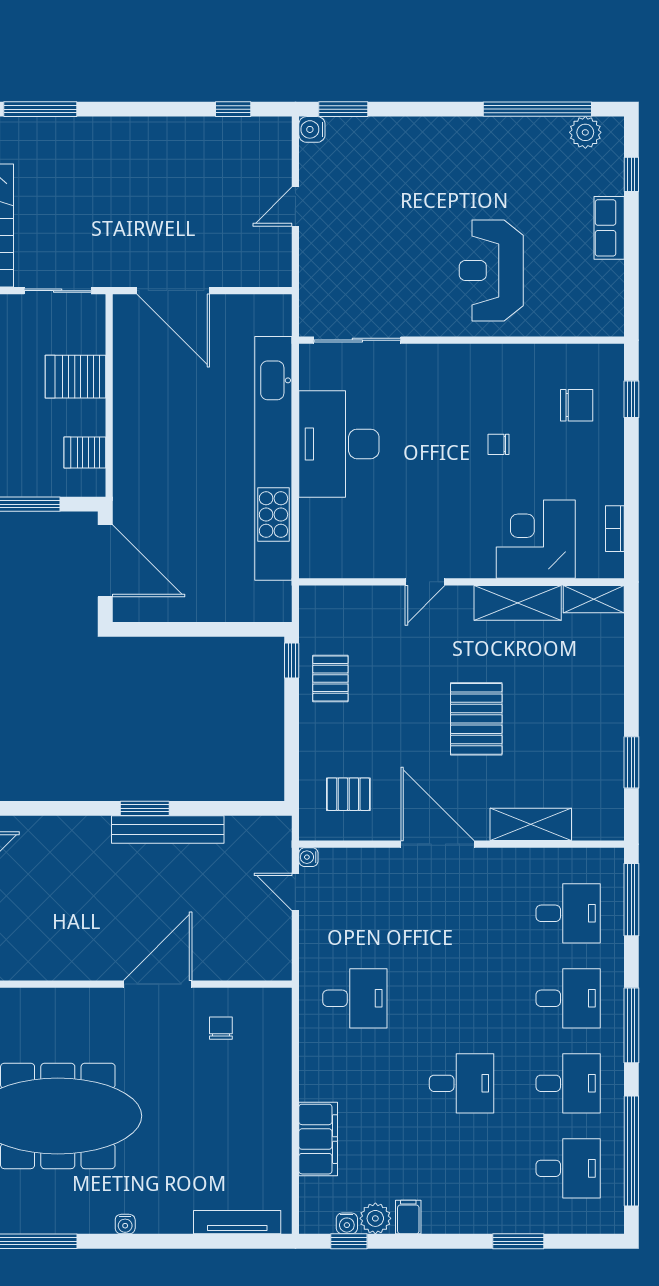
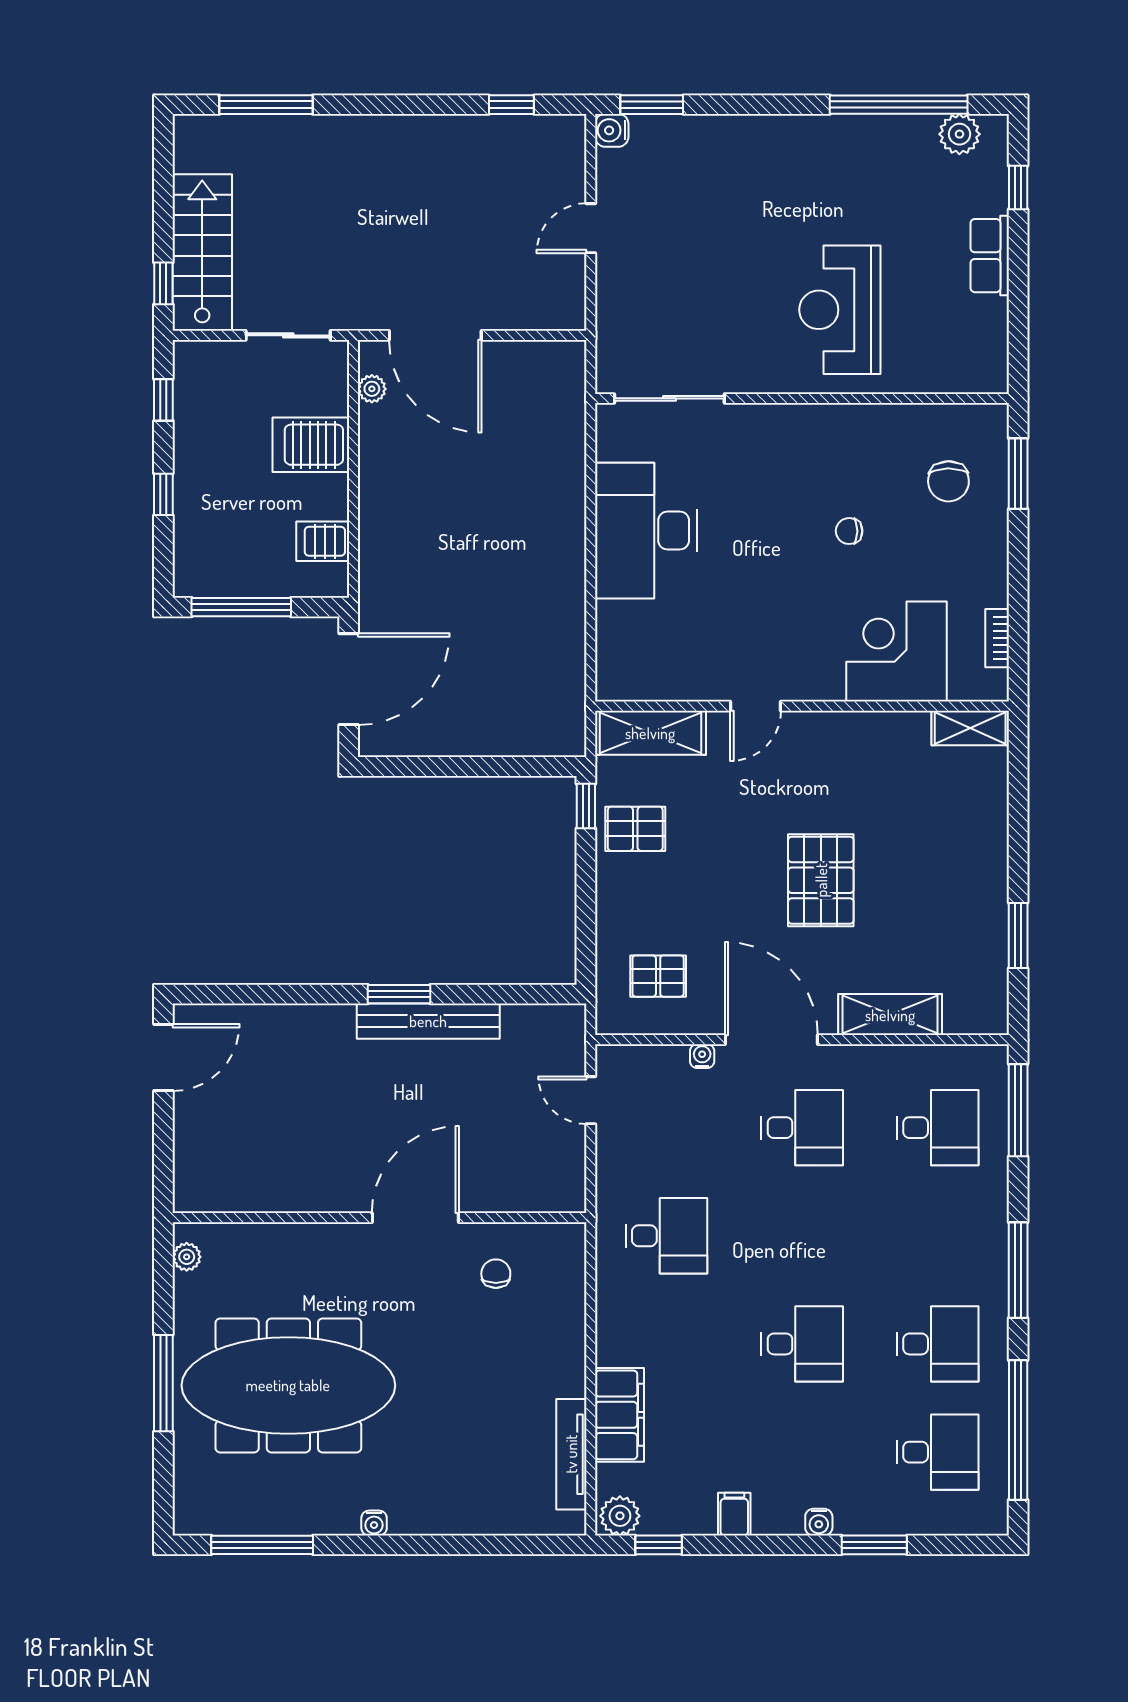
plant: (123, 333) -> (372, 389), added
window: (631, 399) -> (1018, 474), width x1.50
chair: (577, 405) -> (948, 481), turned 89
kitchen unit: (273, 458) -> (563, 549), removed
door: (105, 561) -> (349, 679), hinge flipped
shelving: (518, 603) -> (650, 733), moved
pallet: (330, 678) -> (635, 829), turned 90
water cooler: (308, 857) -> (702, 1056), moved, turned 90
desk: (568, 998) -> (802, 1128), moved
plant: (375, 1218) -> (620, 1516), moved
tv unit: (237, 1222) -> (571, 1454), moved, turned -90
water cooler: (347, 1223) -> (819, 1522), moved

